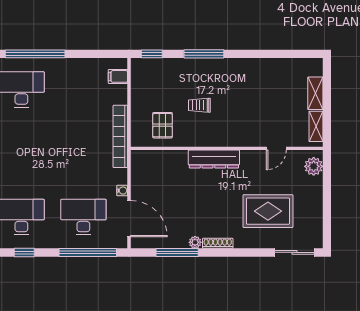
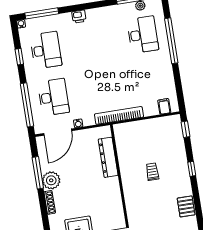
window: (204, 54) -> (192, 169), width x0.46
pallet: (162, 125) -> (186, 206), moved, turned 90
dresser: (214, 159) -> (108, 157), moved
plant: (195, 242) -> (51, 180), width x1.87, depth x1.87

